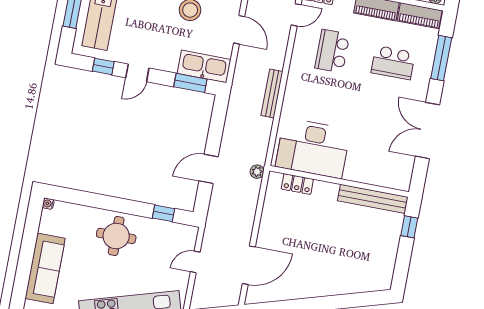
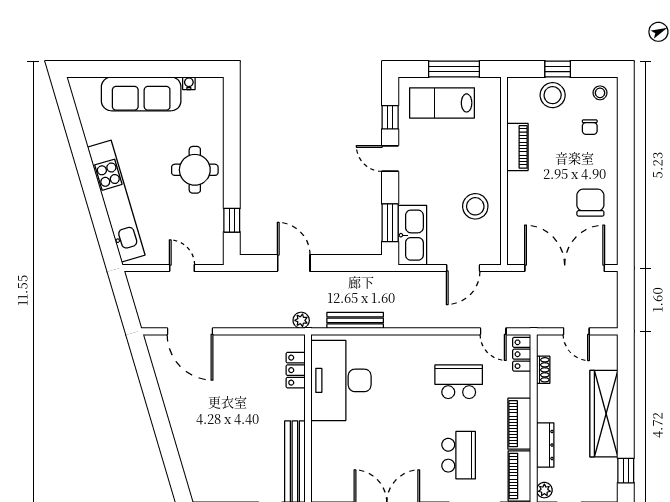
school desk: (393, 63) -> (459, 455), turned 180
bench: (272, 93) -> (355, 320), moved
water cooler: (48, 204) -> (189, 83), moved

